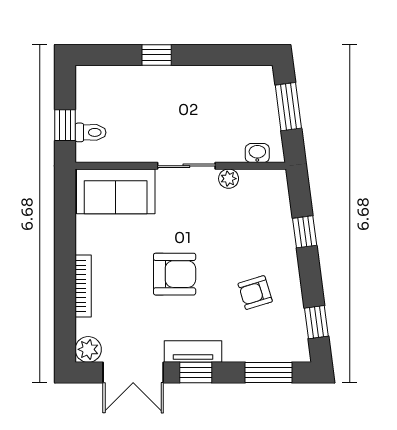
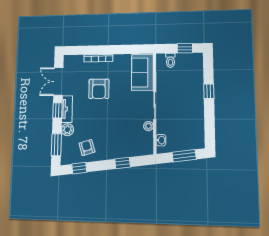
window: (65, 125) -> (185, 48), moved
armchair: (175, 274) -> (99, 89), moved
armchair: (255, 293) -> (87, 148), moved
plant: (88, 349) -> (67, 130), moved

